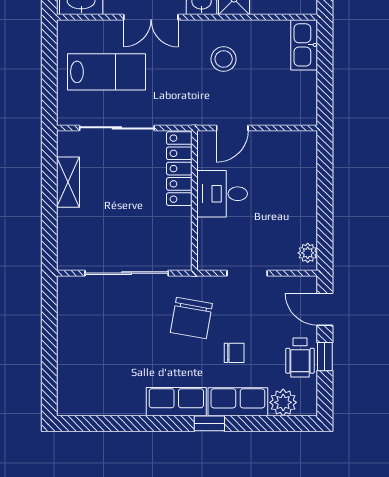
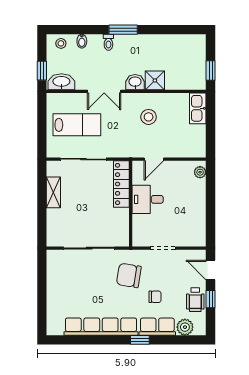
plant: (308, 253) -> (200, 172), moved
chair: (191, 318) -> (129, 275), turned 89
row of seats: (176, 402) -> (101, 327), width x2.02

